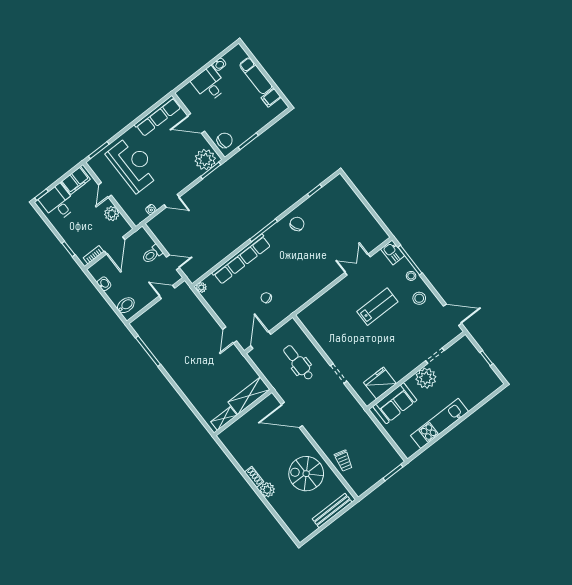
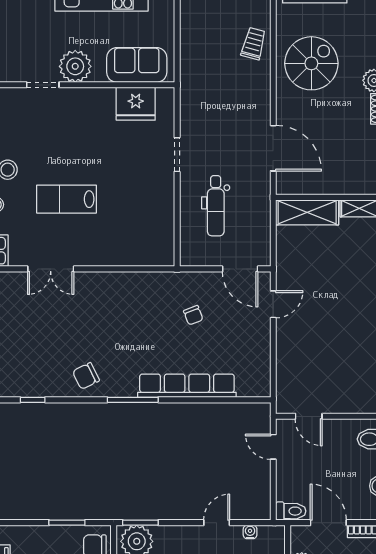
door: (172, 201) -> (217, 523), hinge flipped
door: (115, 245) -> (328, 523), hinge flipped
toilet: (152, 254) -> (291, 511), moved
plant: (201, 287) -> (263, 389), removed
door: (261, 340) -> (240, 269), hinge flipped
spiral stairs: (306, 474) -> (311, 63), turned -90

